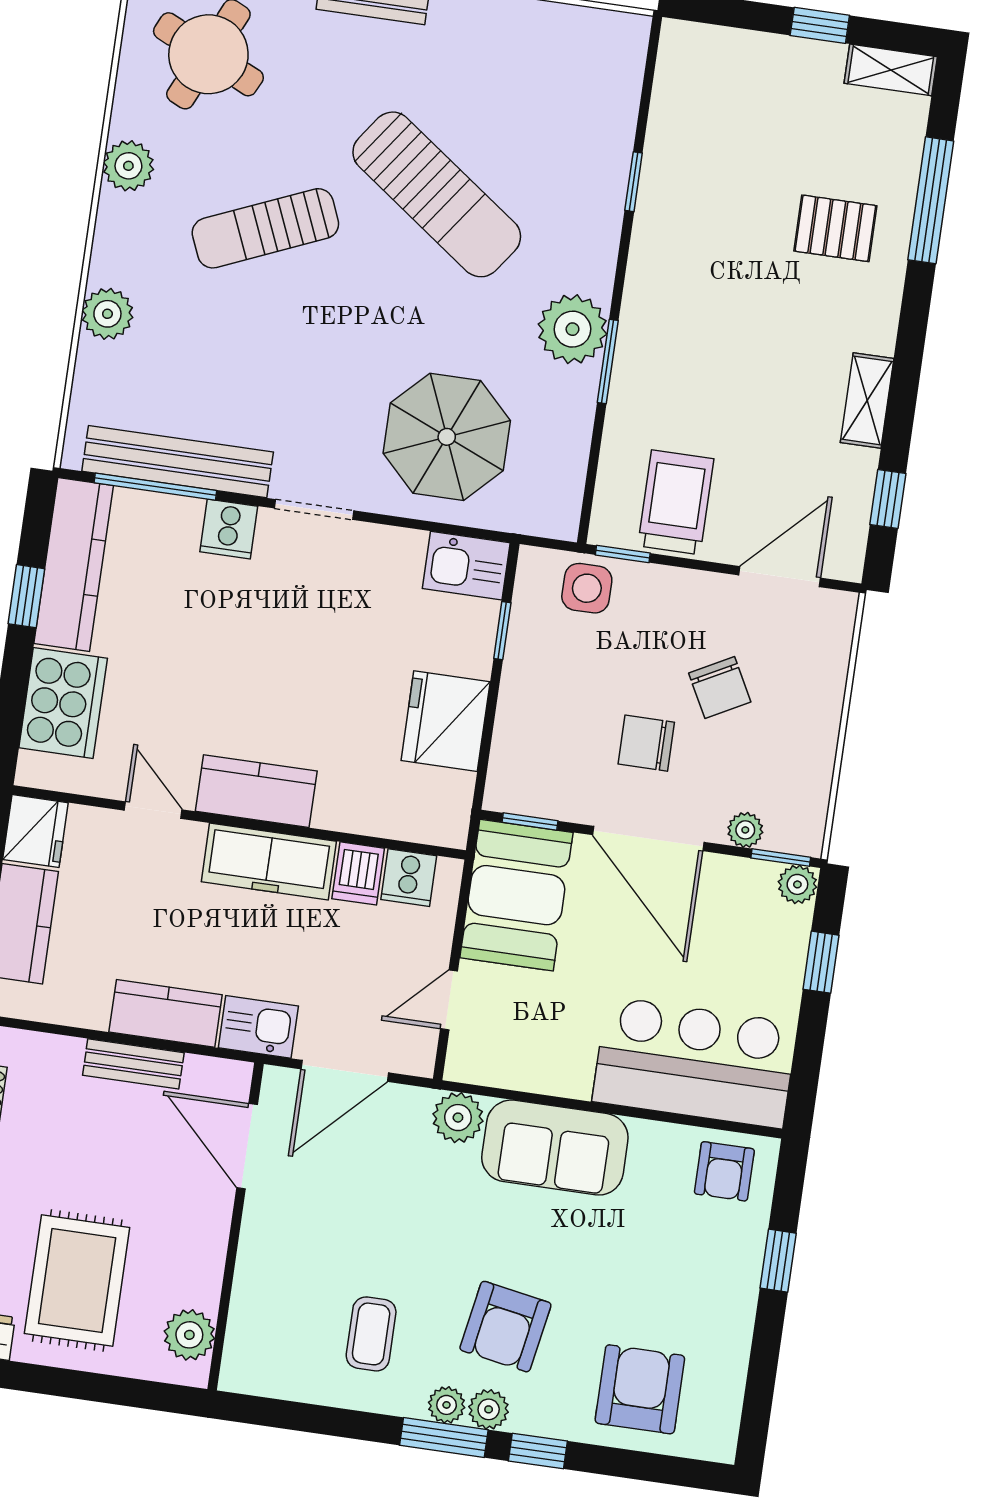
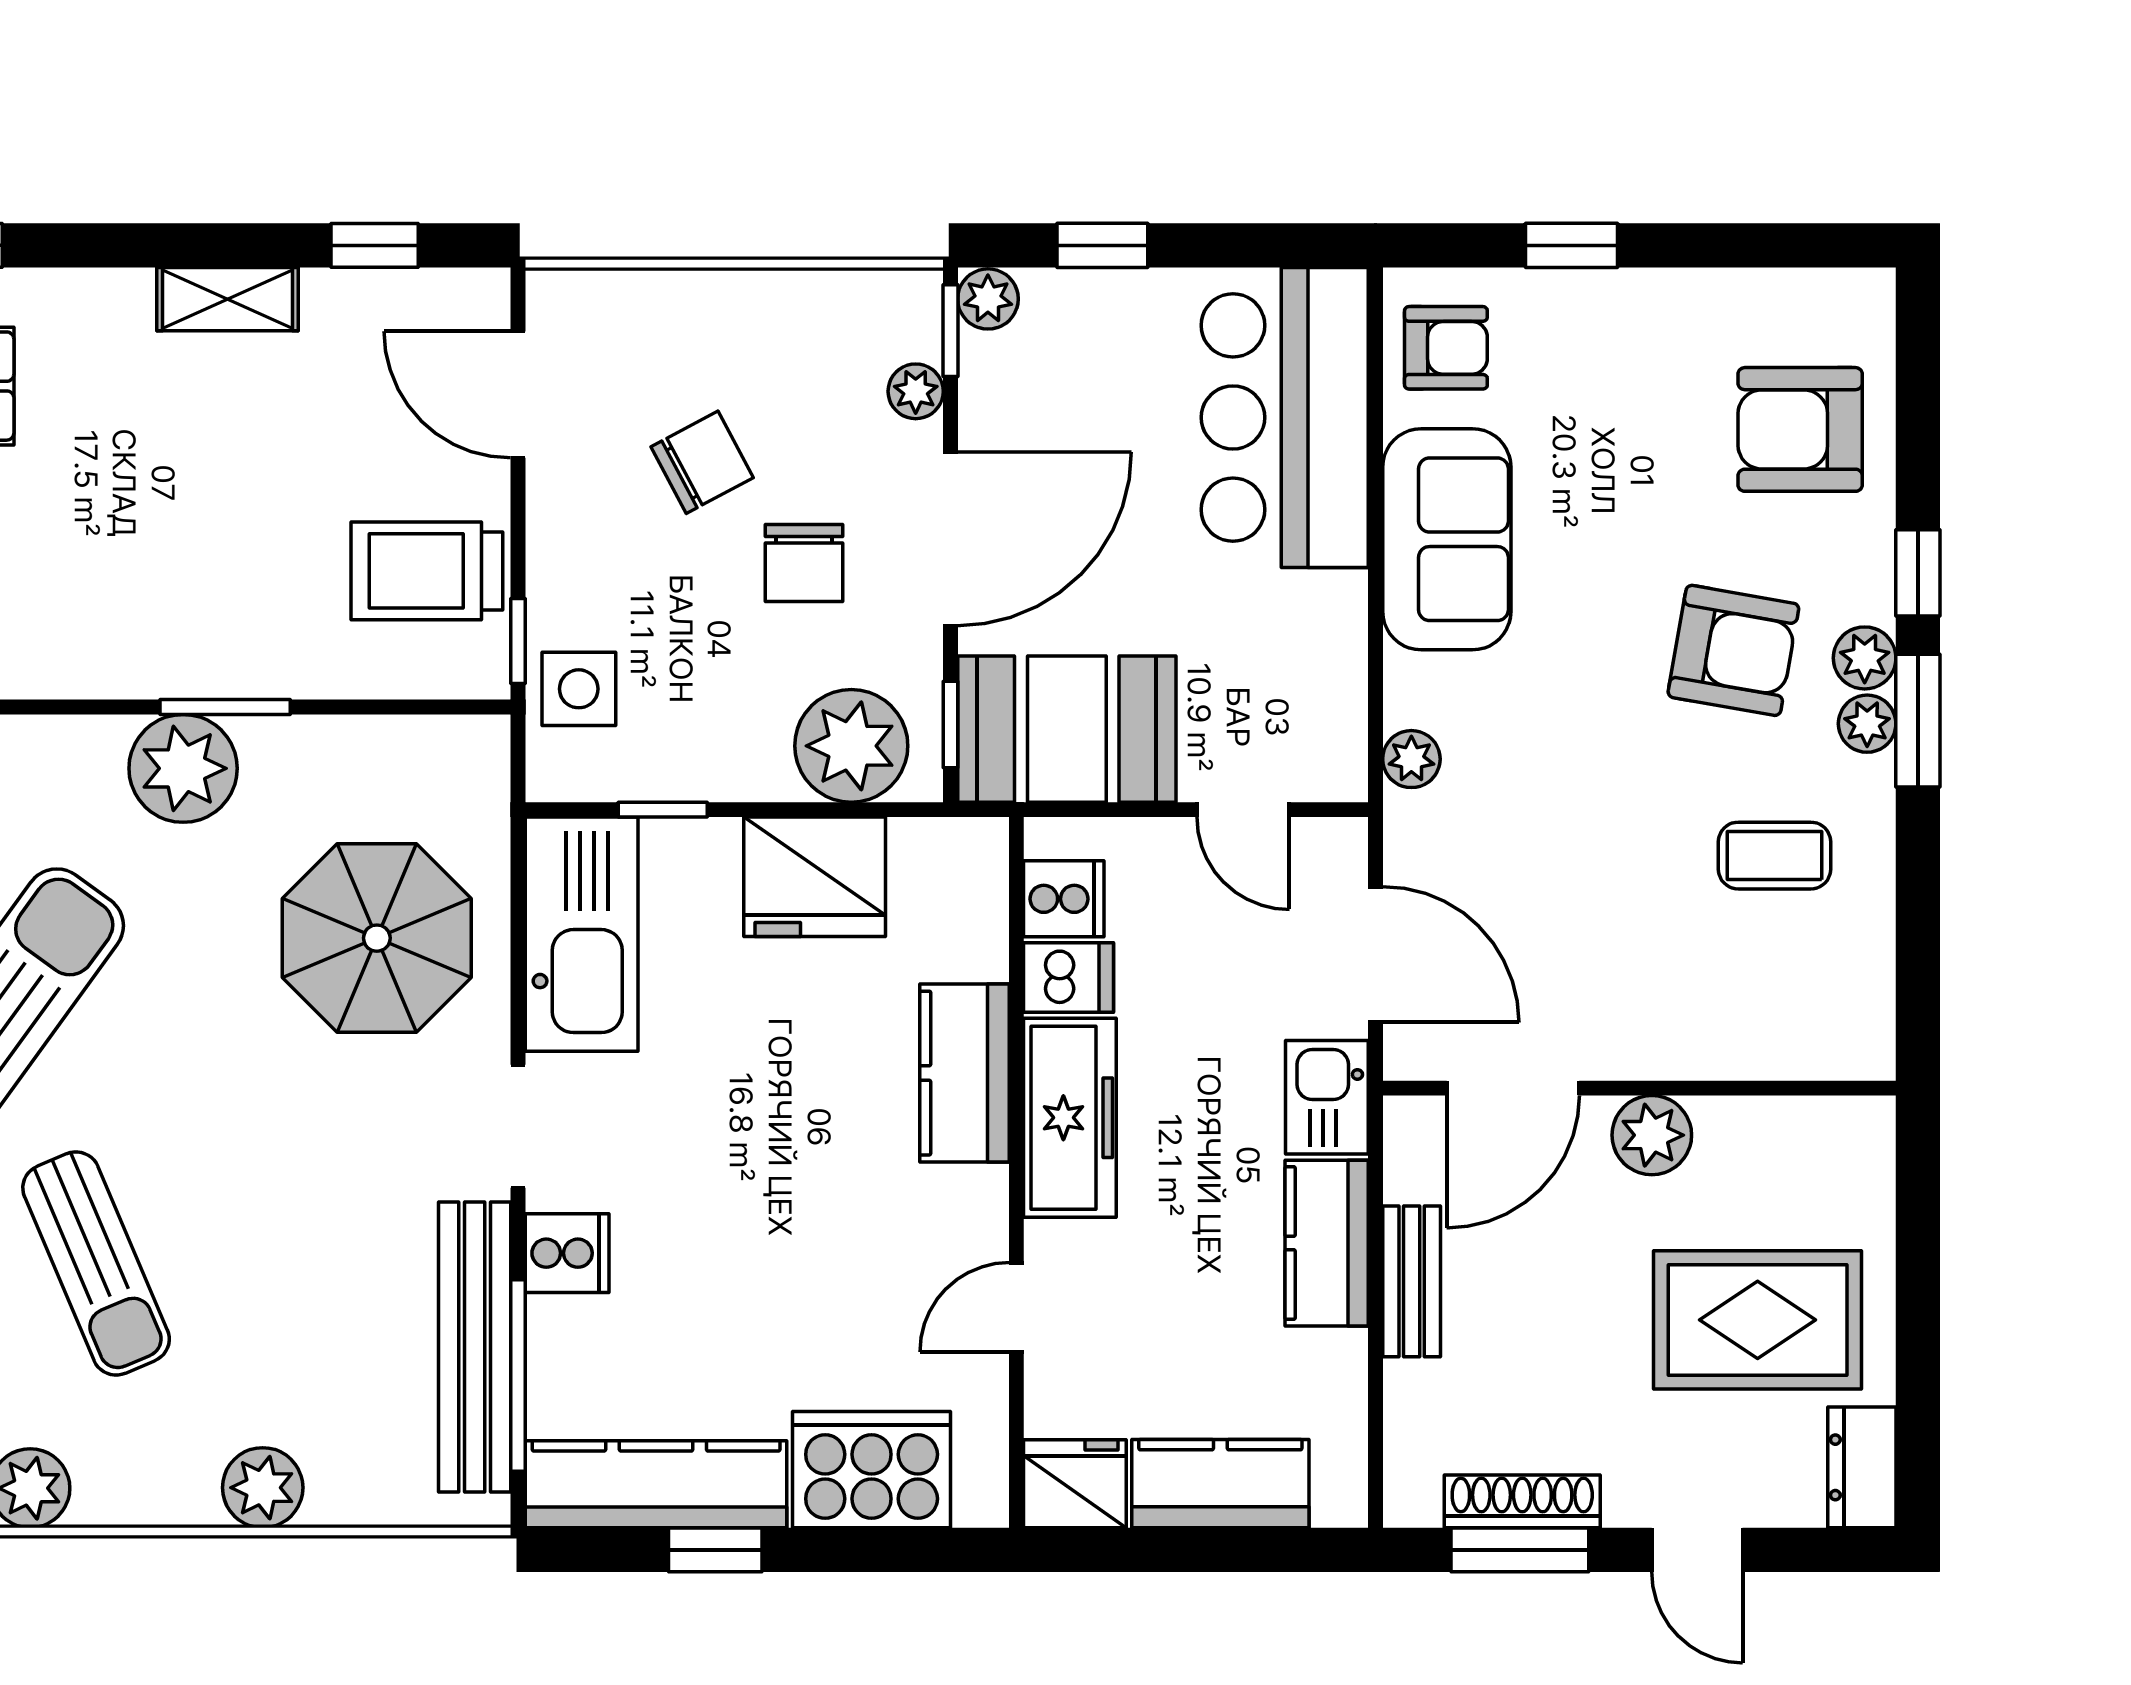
kitchen sink: (466, 566) -> (582, 934), width x1.87, depth x1.24
plant: (526, 756) -> (851, 746), added
kitchen counter: (256, 791) -> (964, 1073), moved
plant: (458, 1118) -> (1411, 759), width x0.73, depth x0.73
sofa: (555, 1148) -> (1447, 539), moved
plant: (189, 1335) -> (1652, 1135), moved

